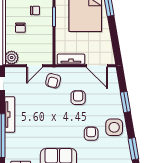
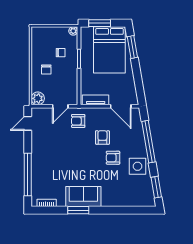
armchair: (53, 81) -> (78, 121), turned 76
window: (125, 102) -> (149, 142), width x2.11
tv unit: (10, 114) -> (36, 154), removed
armchair: (91, 134) -> (113, 158), moved, turned -90

